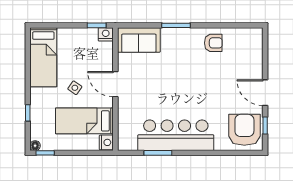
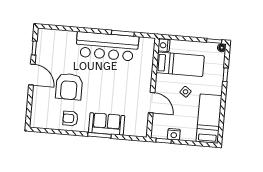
nightstand: (106, 34) -> (174, 134), moved
sofa: (139, 40) -> (107, 124), moved
door: (115, 84) -> (152, 103), moved
armchair: (244, 130) -> (69, 87), moved

